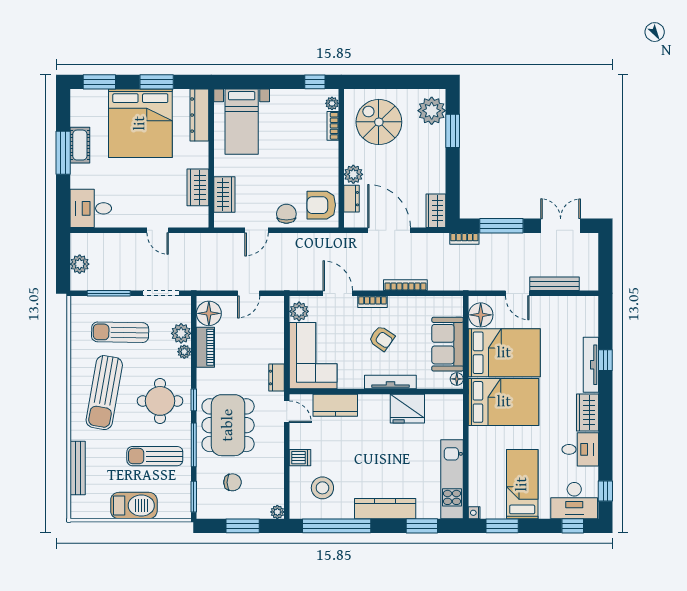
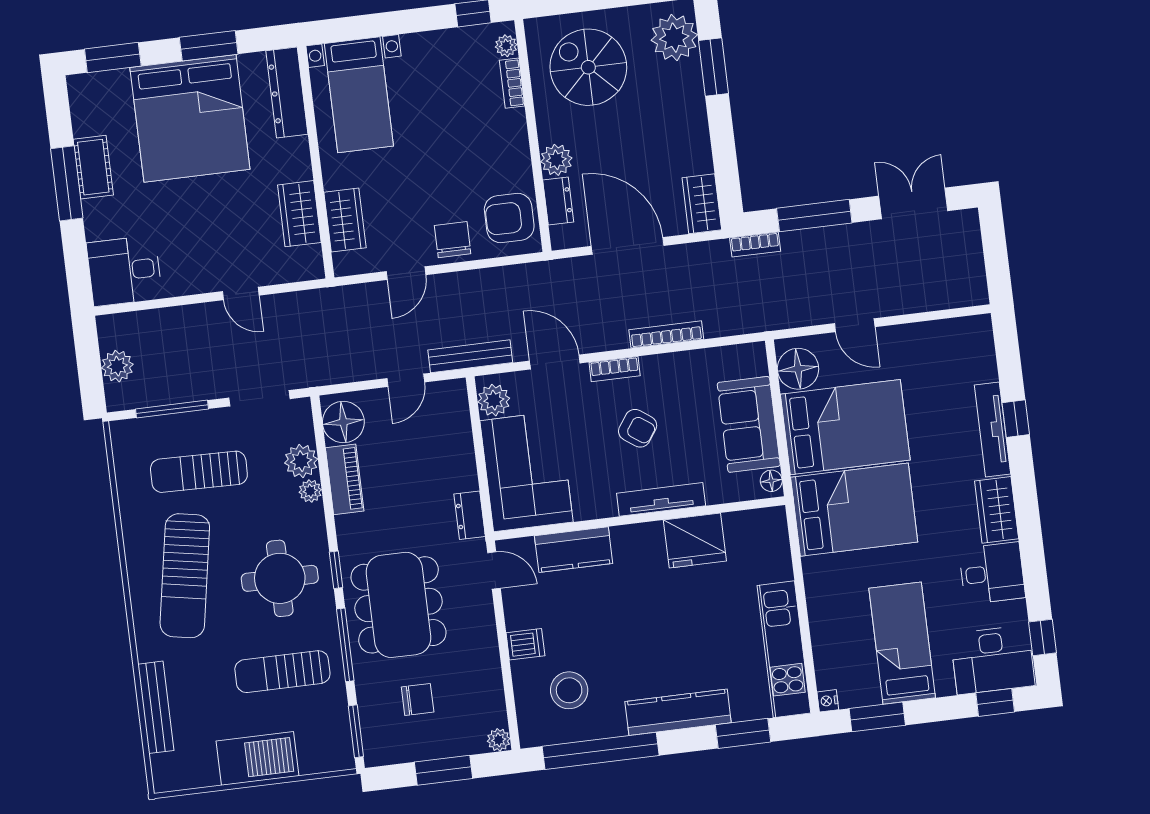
bench: (555, 284) -> (470, 356), moved

